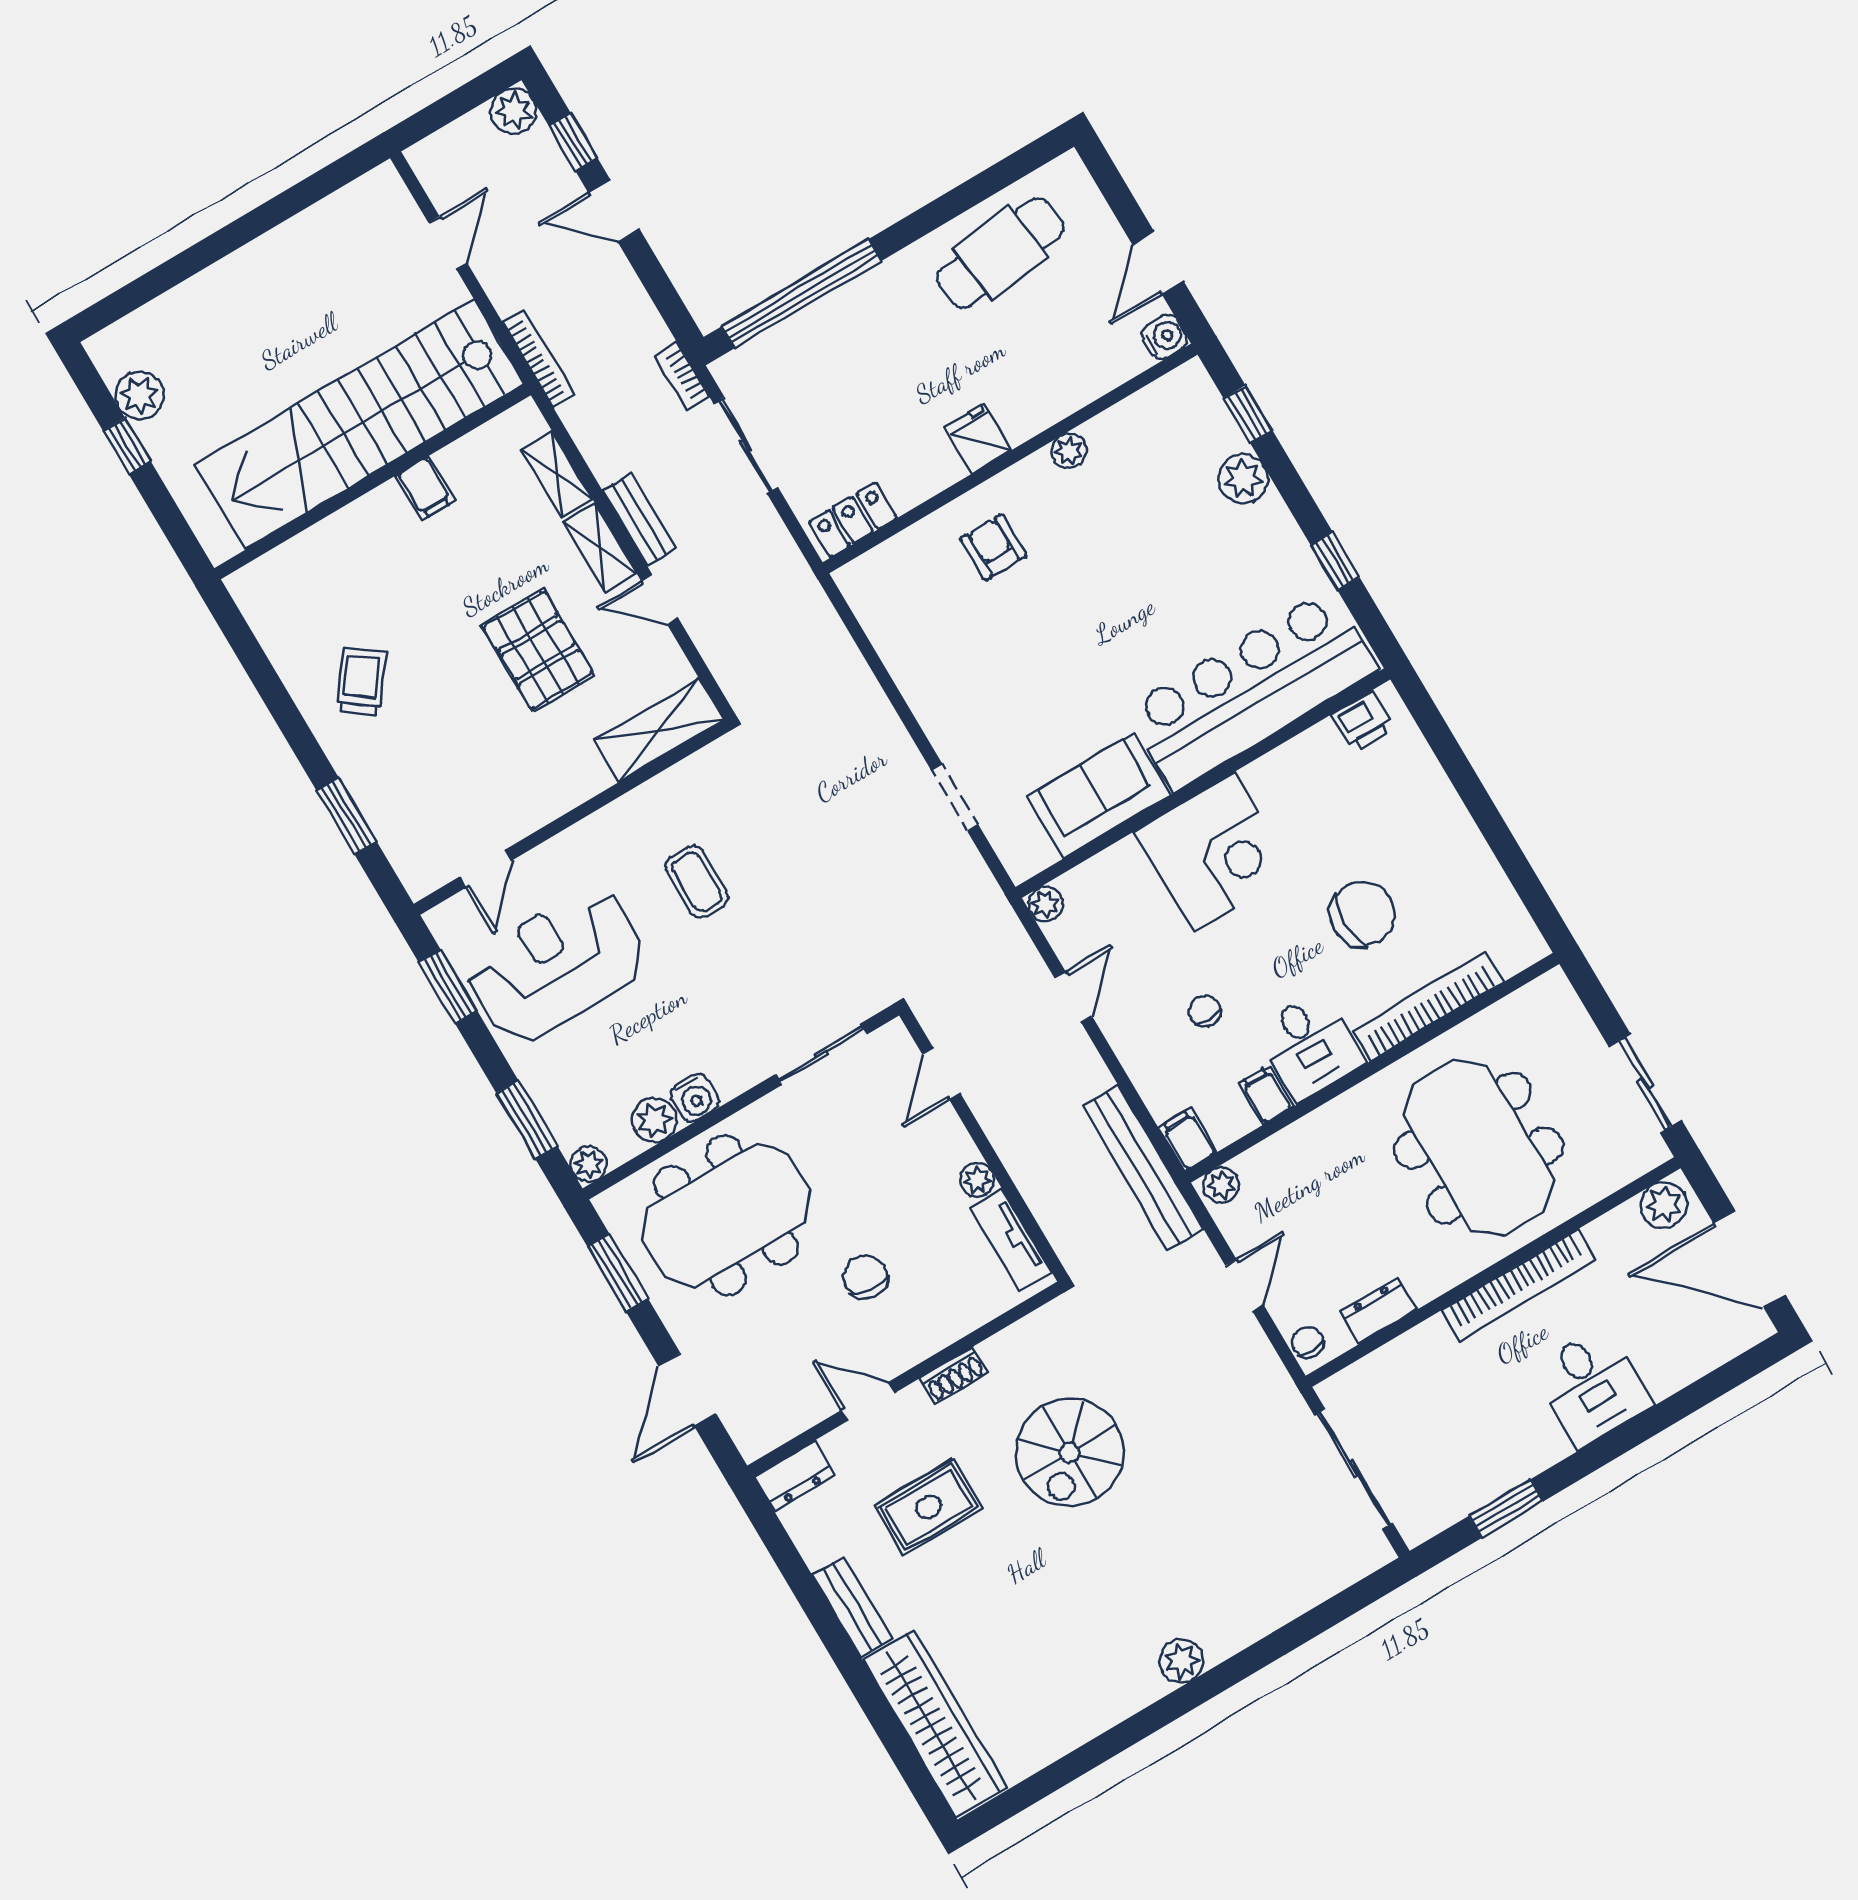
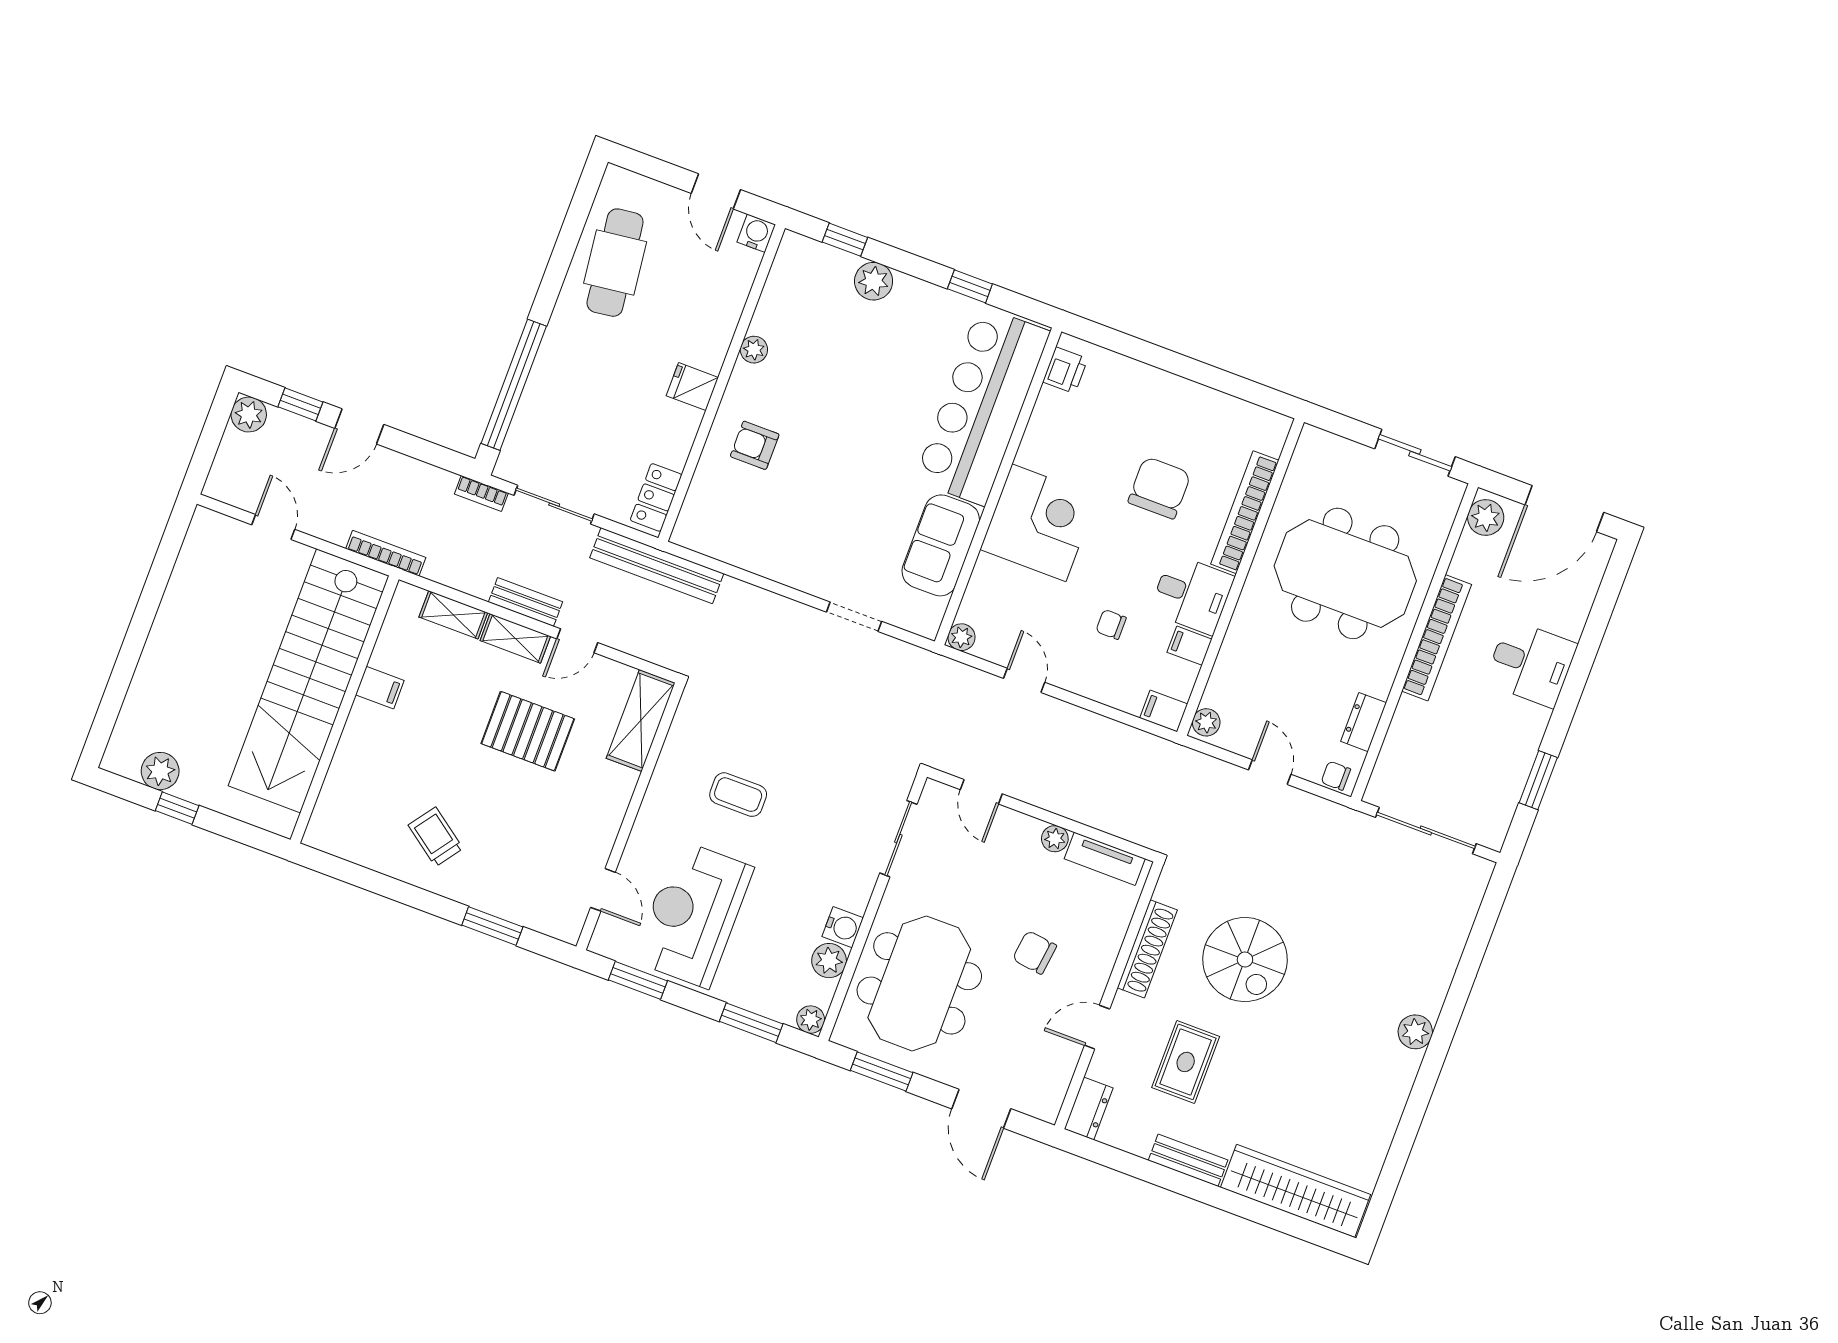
bench: (1143, 1168) -> (657, 566), moved
shoe rack: (954, 1375) -> (1147, 949), width x1.94, depth x1.24

